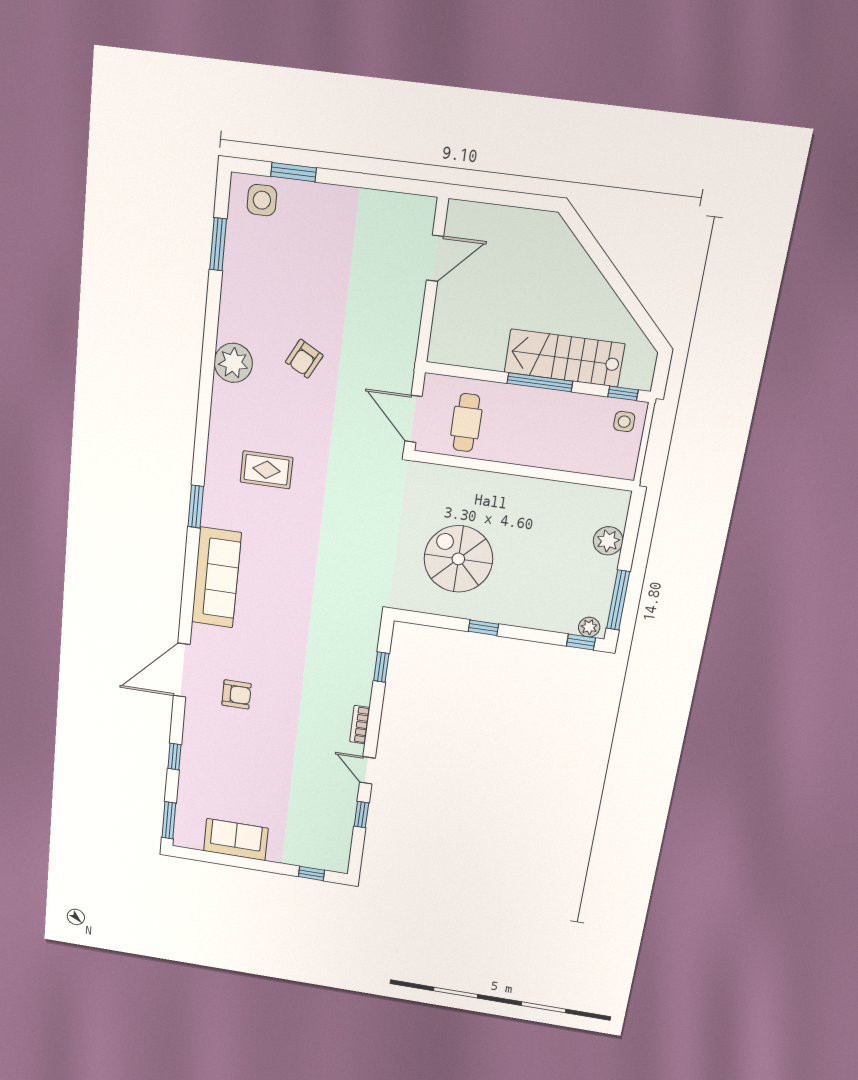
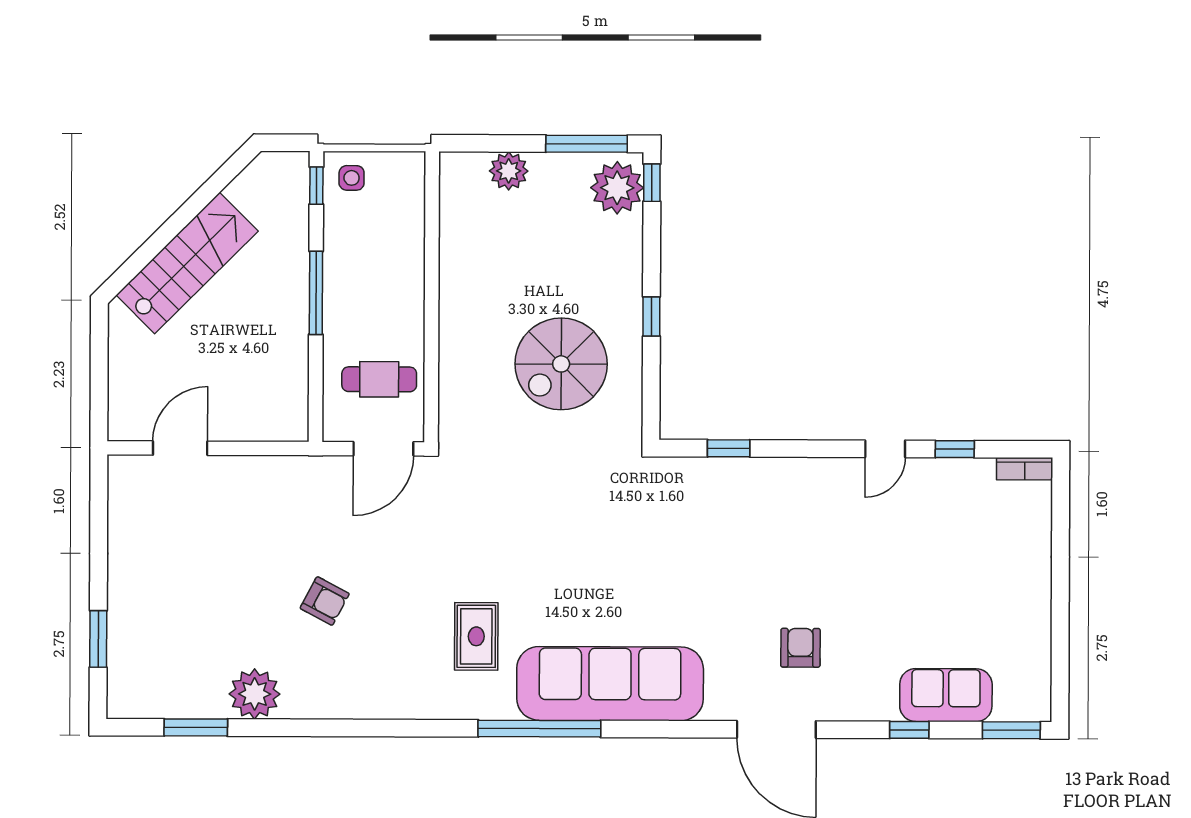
side table: (262, 200) -> (136, 676), removed
door: (435, 258) -> (180, 448), hinge flipped
stairs: (564, 358) -> (187, 263), moved, turned -135
plant: (233, 363) -> (255, 694), moved
window: (196, 507) -> (539, 729), width x2.11
sofa: (216, 578) -> (610, 684), width x1.36, depth x1.27
plant: (589, 627) -> (617, 188), width x1.87, depth x1.87
bookcase: (360, 725) -> (1025, 469), moved
sofa: (236, 840) -> (946, 695), moved, turned 90
window: (312, 873) -> (1061, 511), removed

